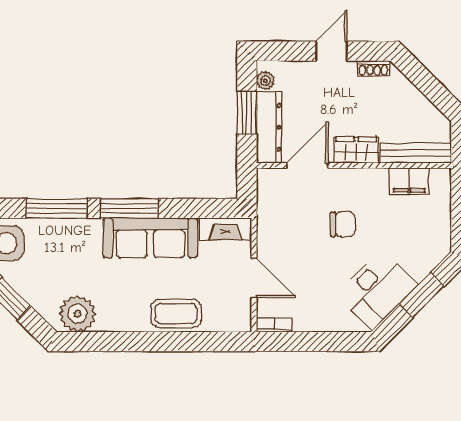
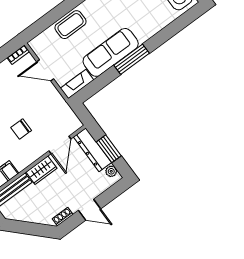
door: (331, 51) -> (90, 210), hinge flipped
window: (57, 208) -> (167, 33), removed

